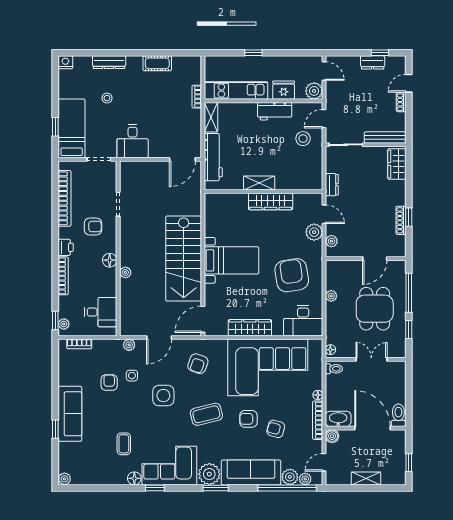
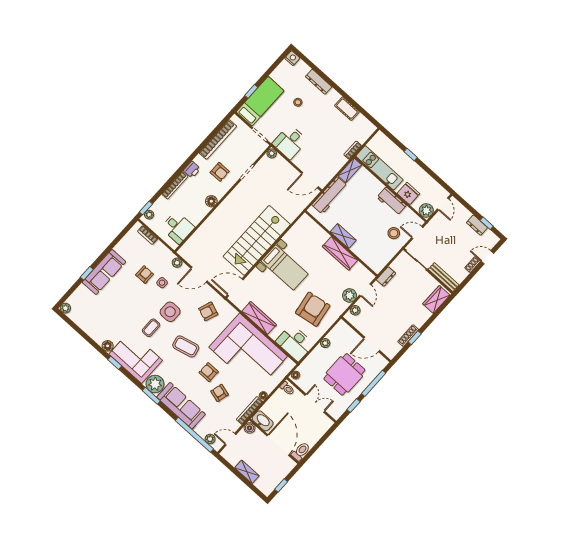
plant: (125, 272) -> (272, 153), moved
coffee table: (124, 444) -> (151, 328), moved
plant: (290, 477) -> (202, 429), removed

